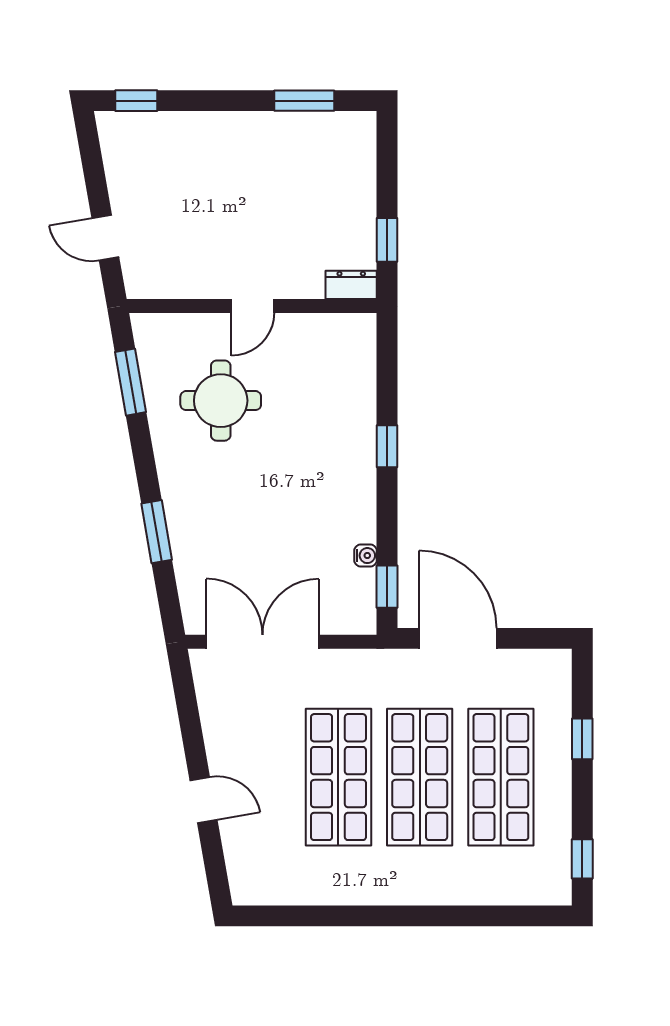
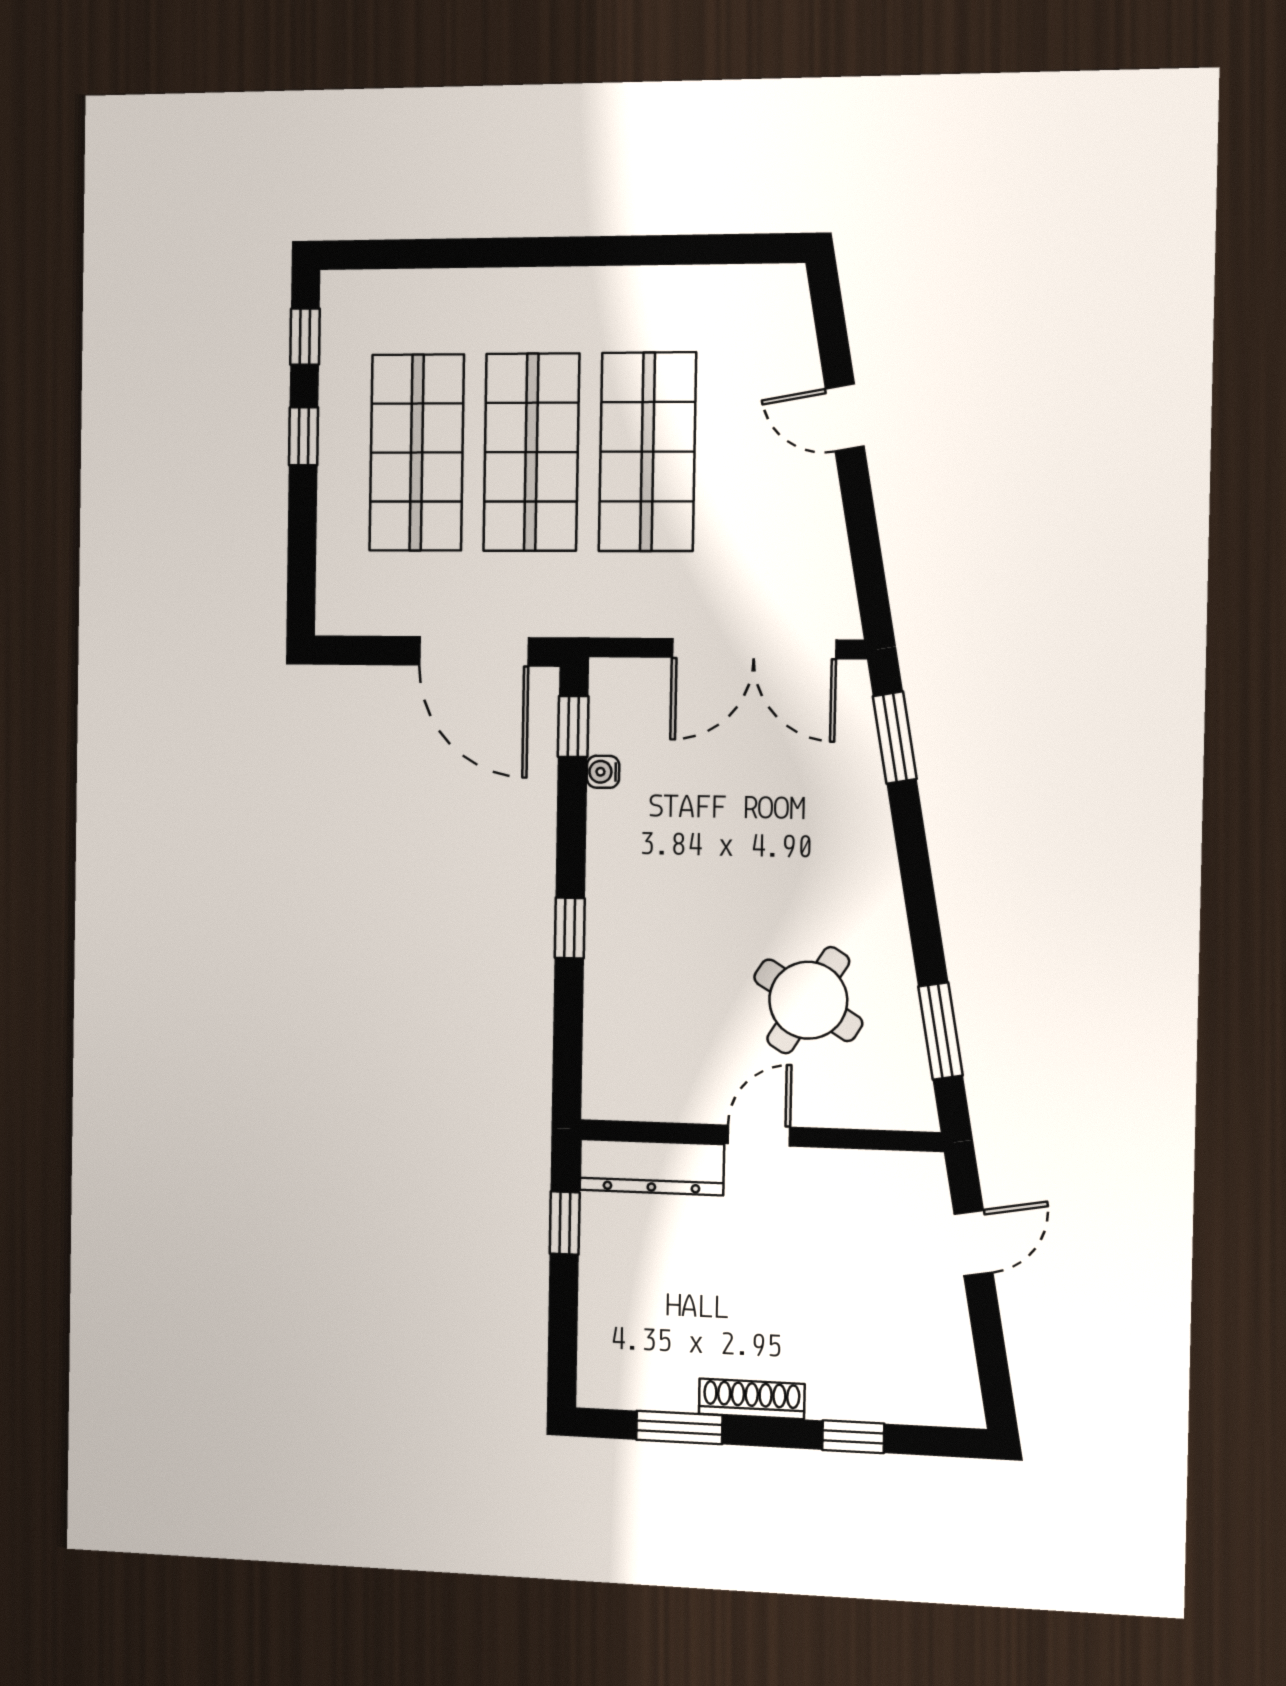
window: (136, 101) -> (853, 1437), moved
shoe rack: (254, 123) -> (752, 1399), added
door: (105, 238) -> (974, 1243), hinge flipped
dresser: (351, 285) -> (652, 1167), width x1.96, depth x1.24
round table: (221, 401) -> (808, 1000), turned 32
window: (157, 532) -> (895, 738), moved
window: (582, 739) -> (304, 436), moved

